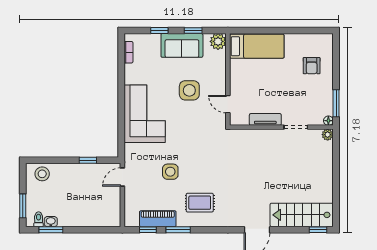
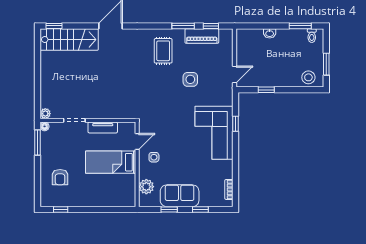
window: (311, 30) -> (61, 210), added
plant: (218, 41) -> (146, 187), moved
bed: (257, 46) -> (111, 162), moved
armchair: (312, 66) -> (60, 177), turned 180
side table: (189, 90) -> (154, 157), moved, width x0.54, depth x0.54
door: (228, 104) -> (137, 142), hinge flipped
window: (121, 124) -> (236, 124), added
rug: (200, 203) -> (163, 51), turned 90
window: (23, 206) -> (326, 64), moved
washbasin: (51, 222) -> (270, 33), moved

